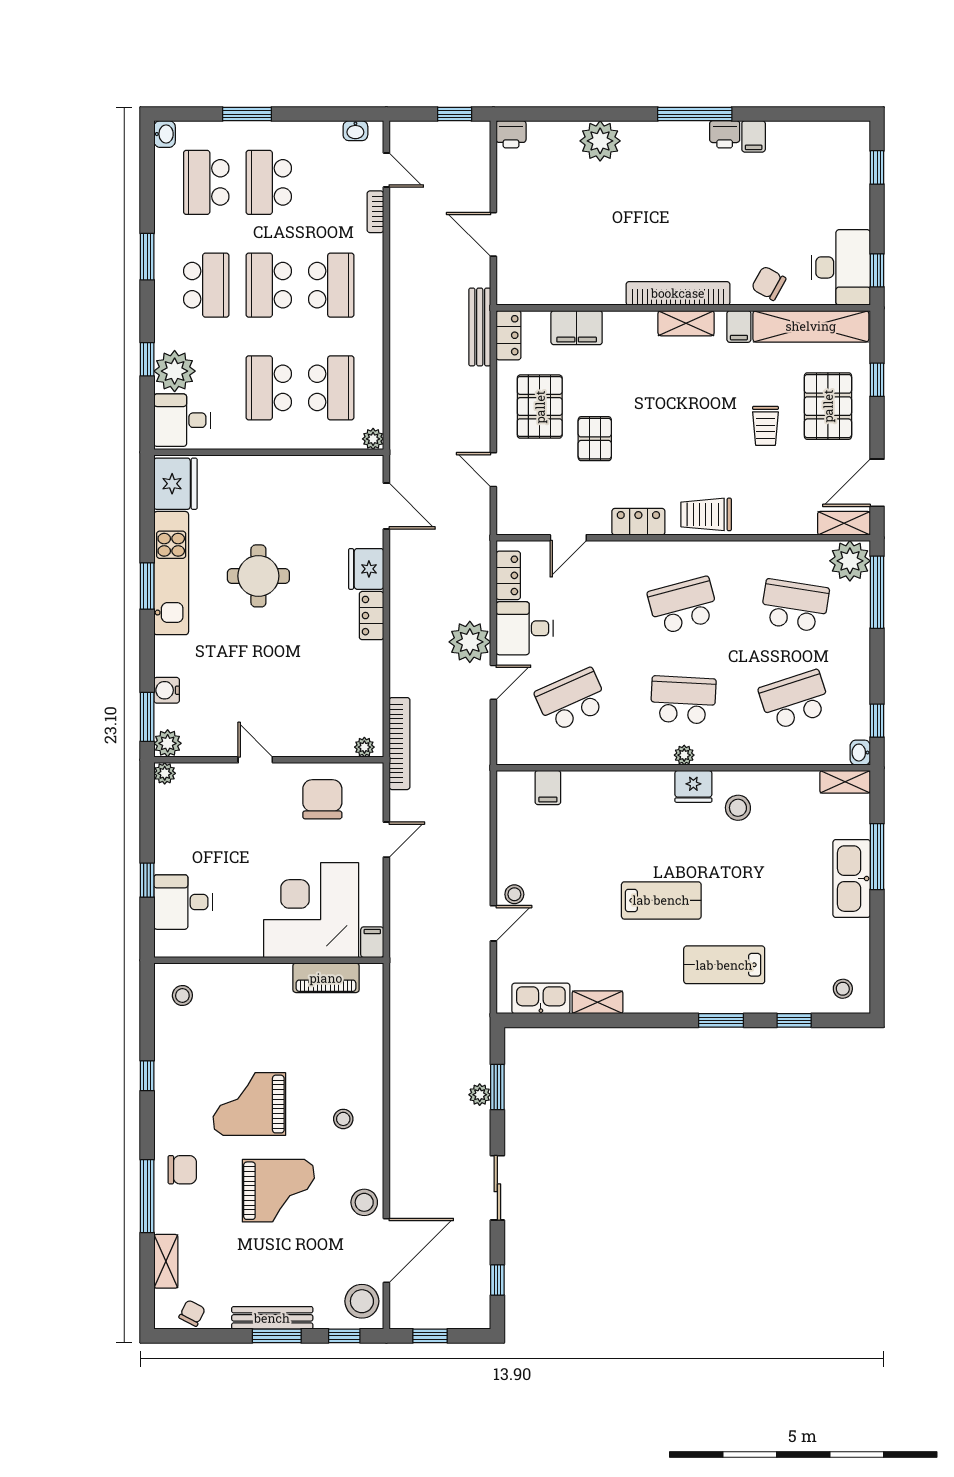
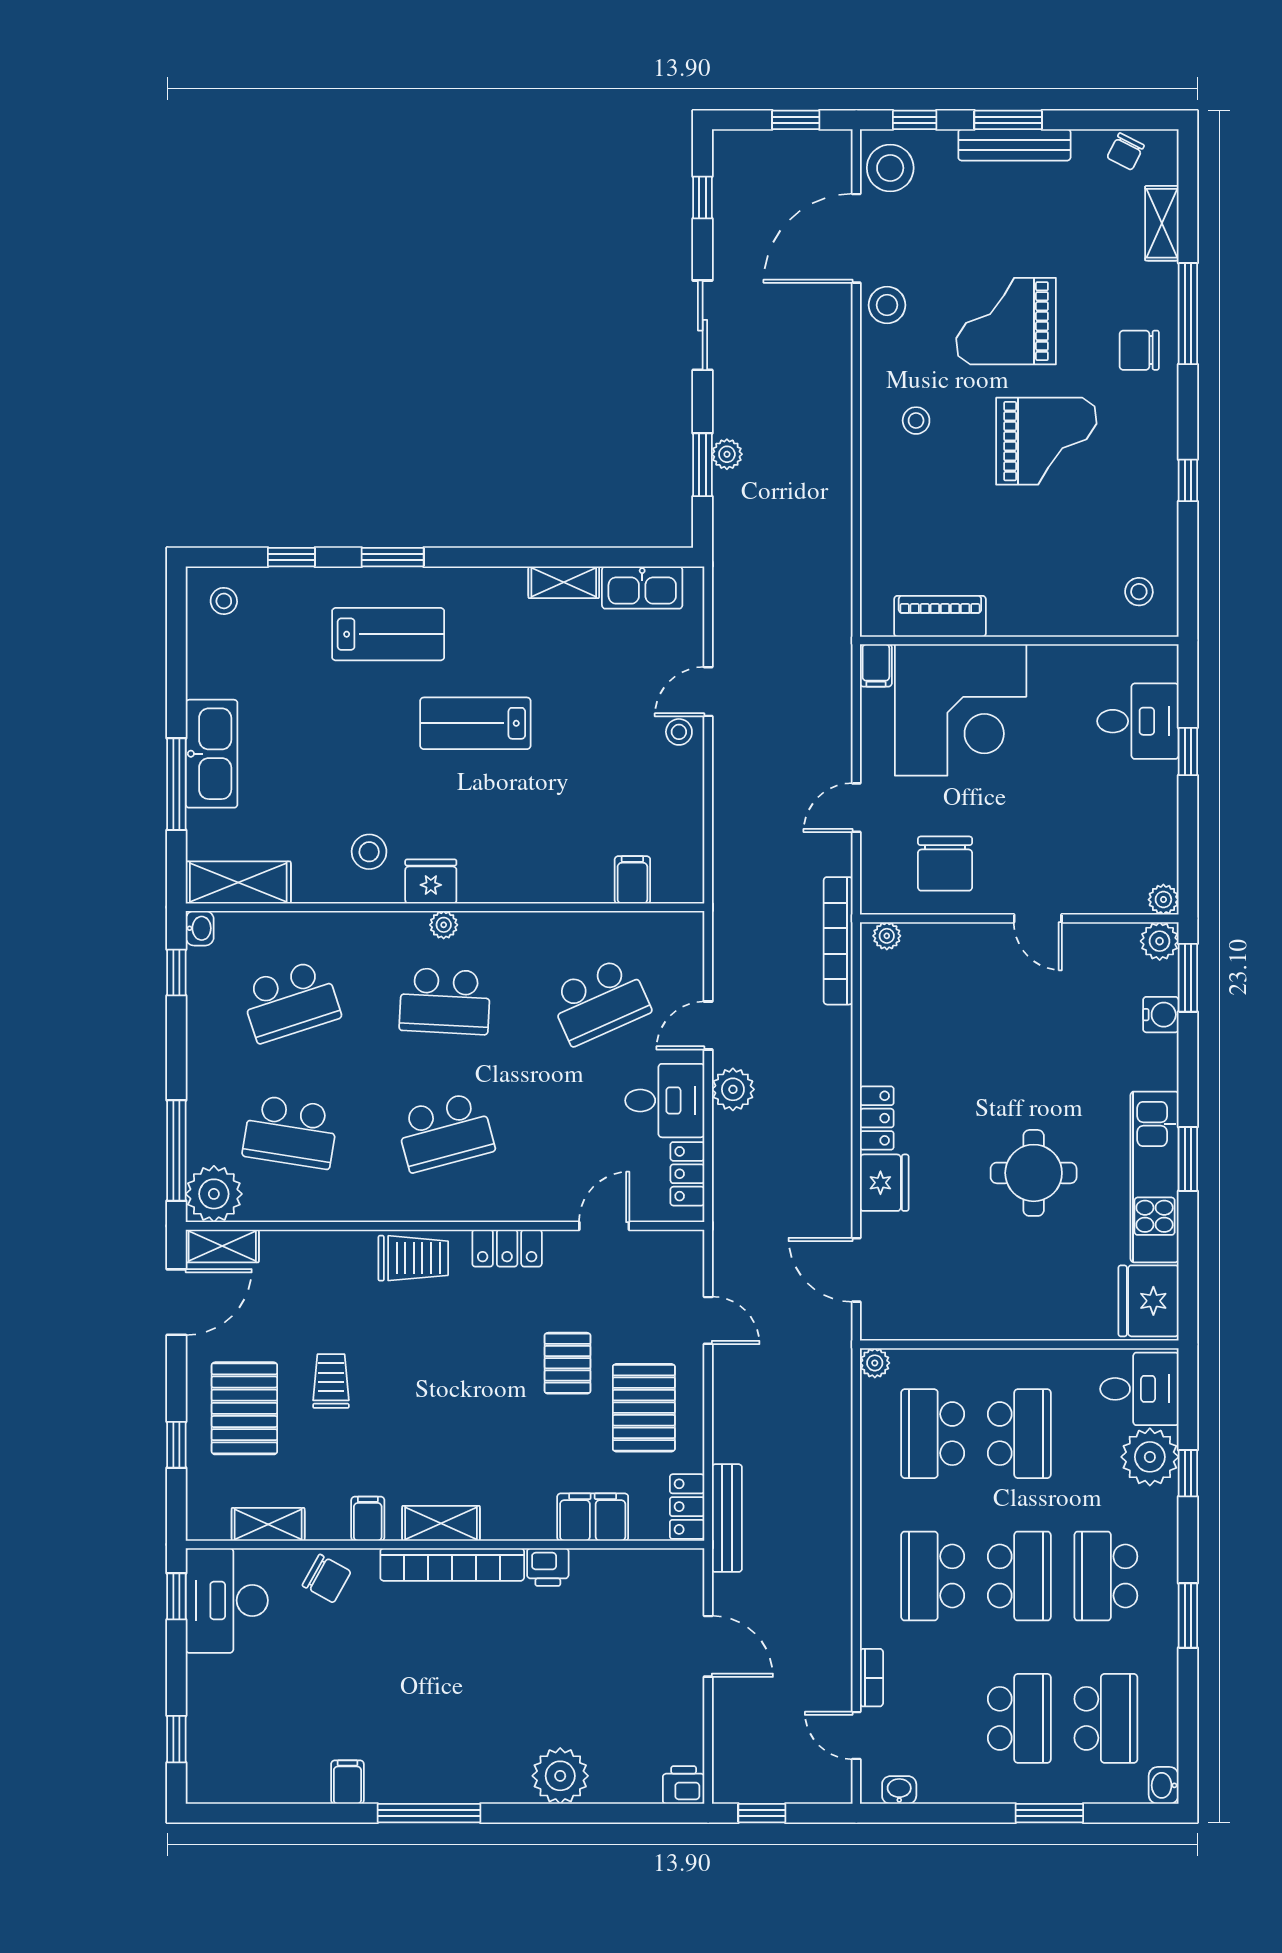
printer: (725, 134) -> (548, 1567), moved, turned 180
shelving: (811, 326) -> (268, 1524), width x0.45, depth x0.75
plant: (470, 642) -> (733, 1089), width x0.73, depth x0.73
shelving: (845, 782) -> (238, 882), width x1.50, depth x1.33

